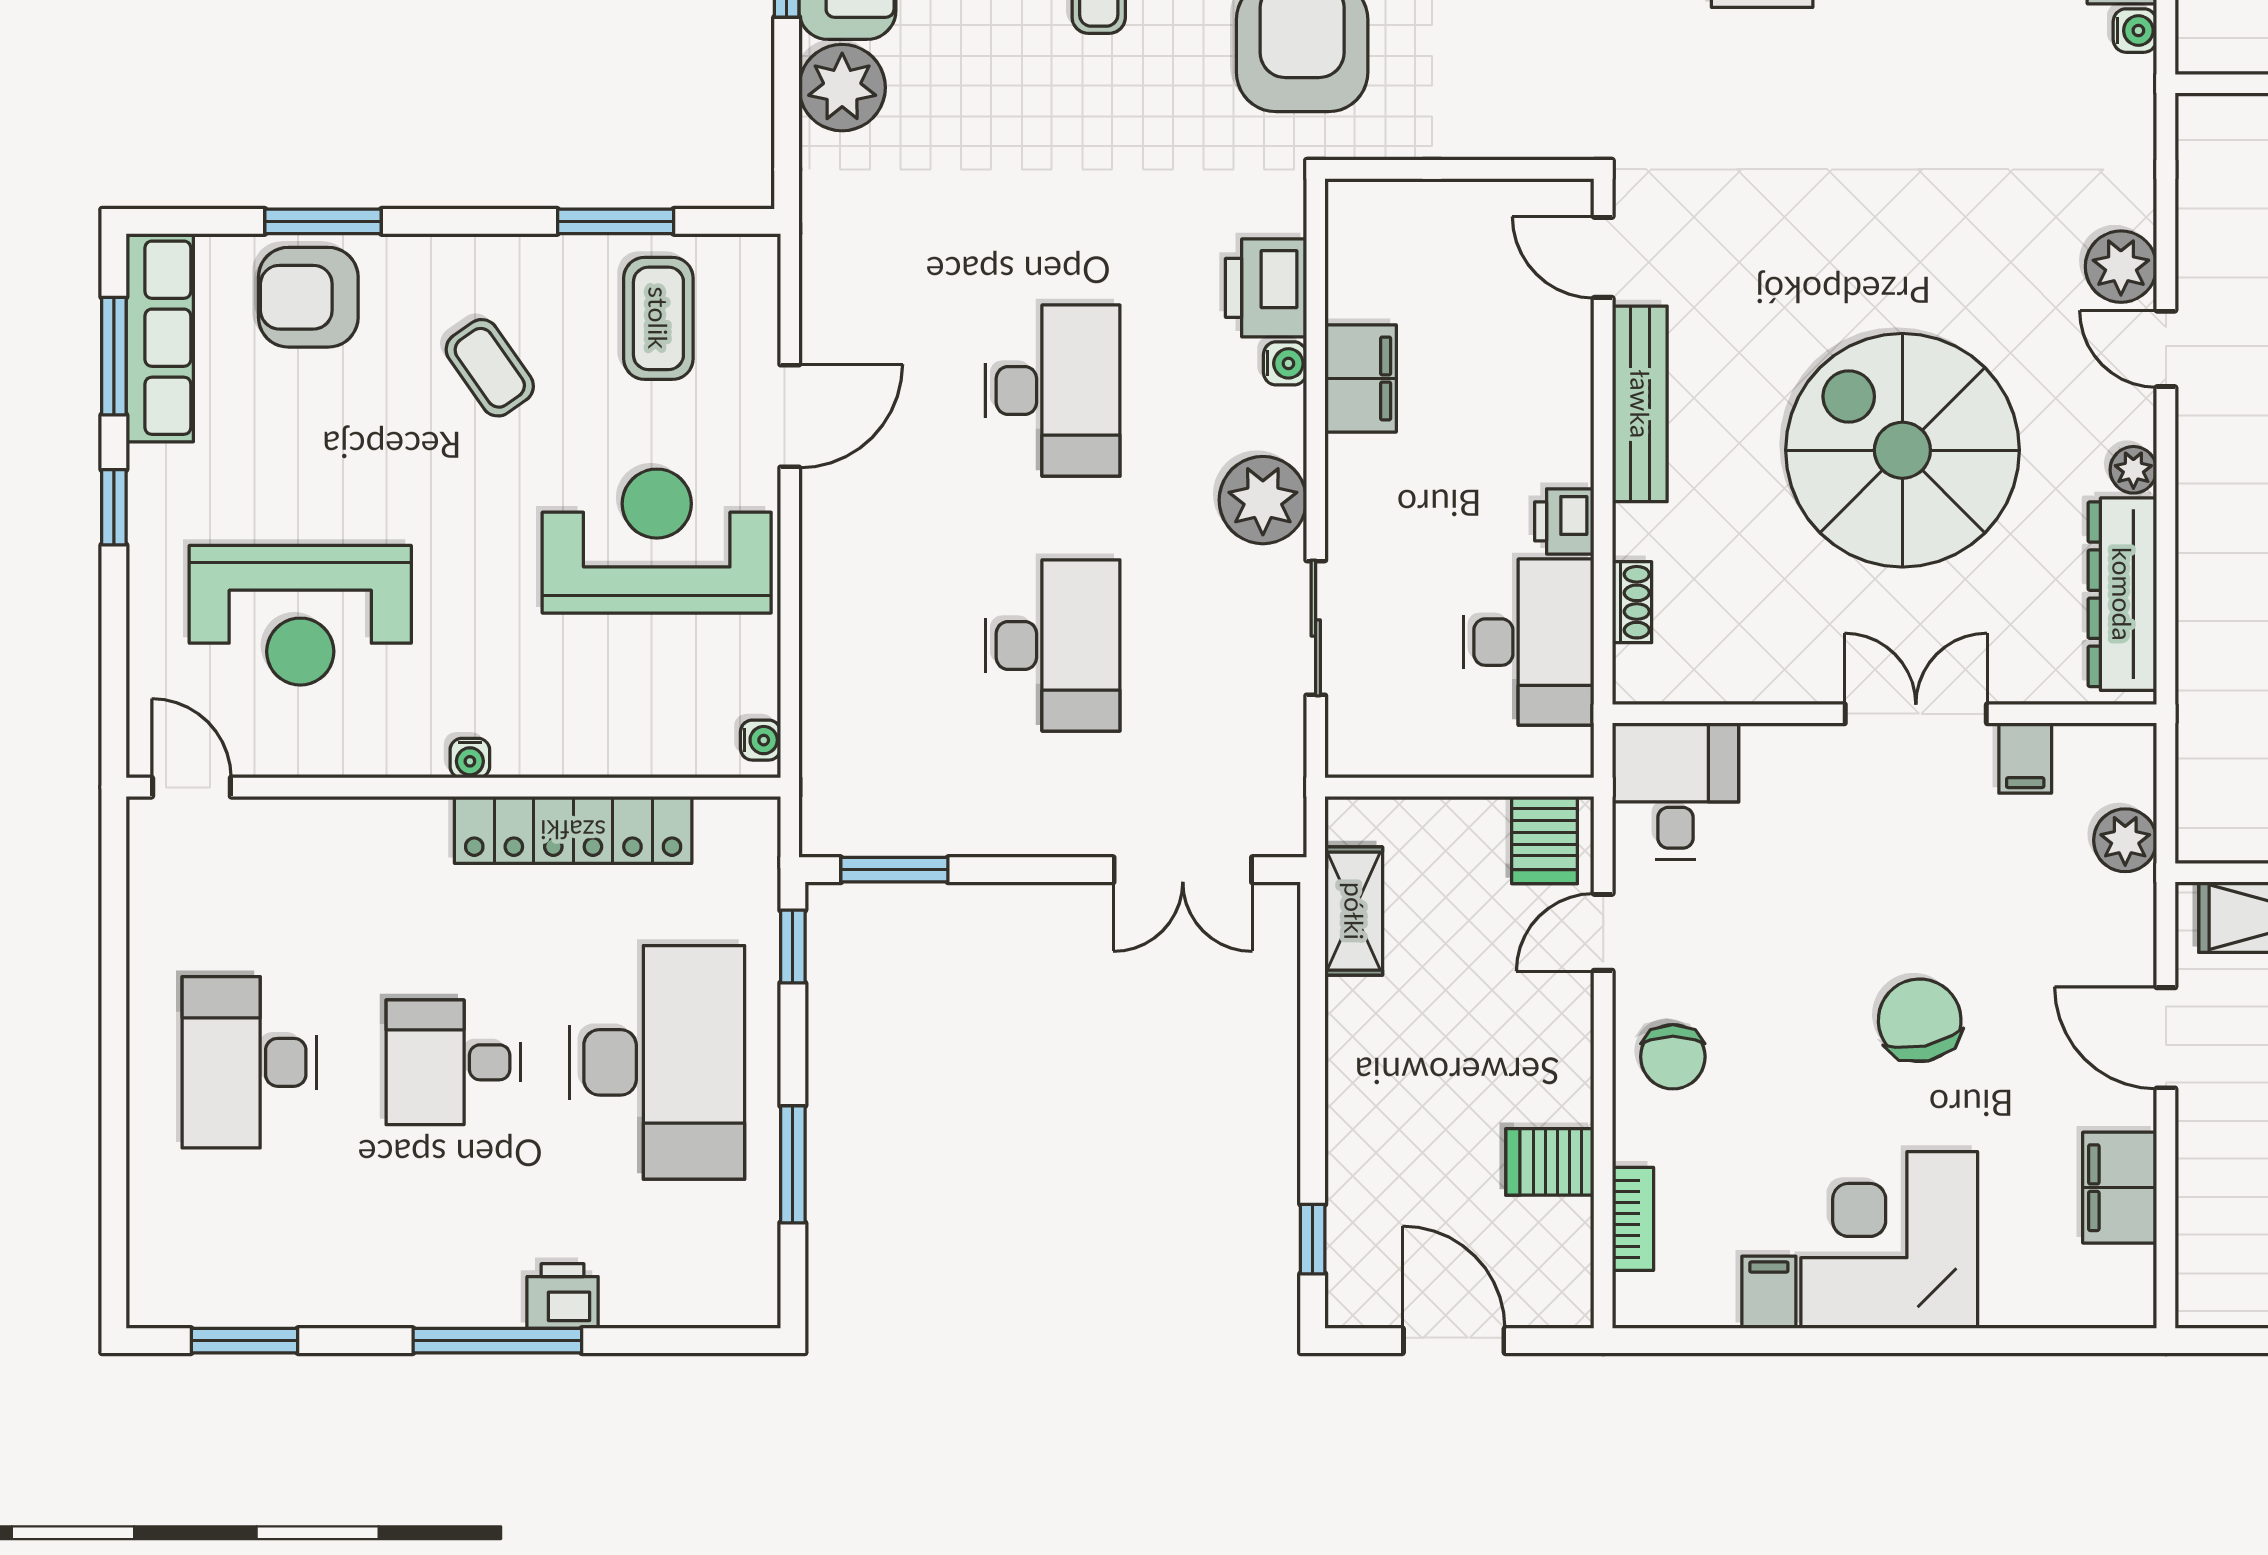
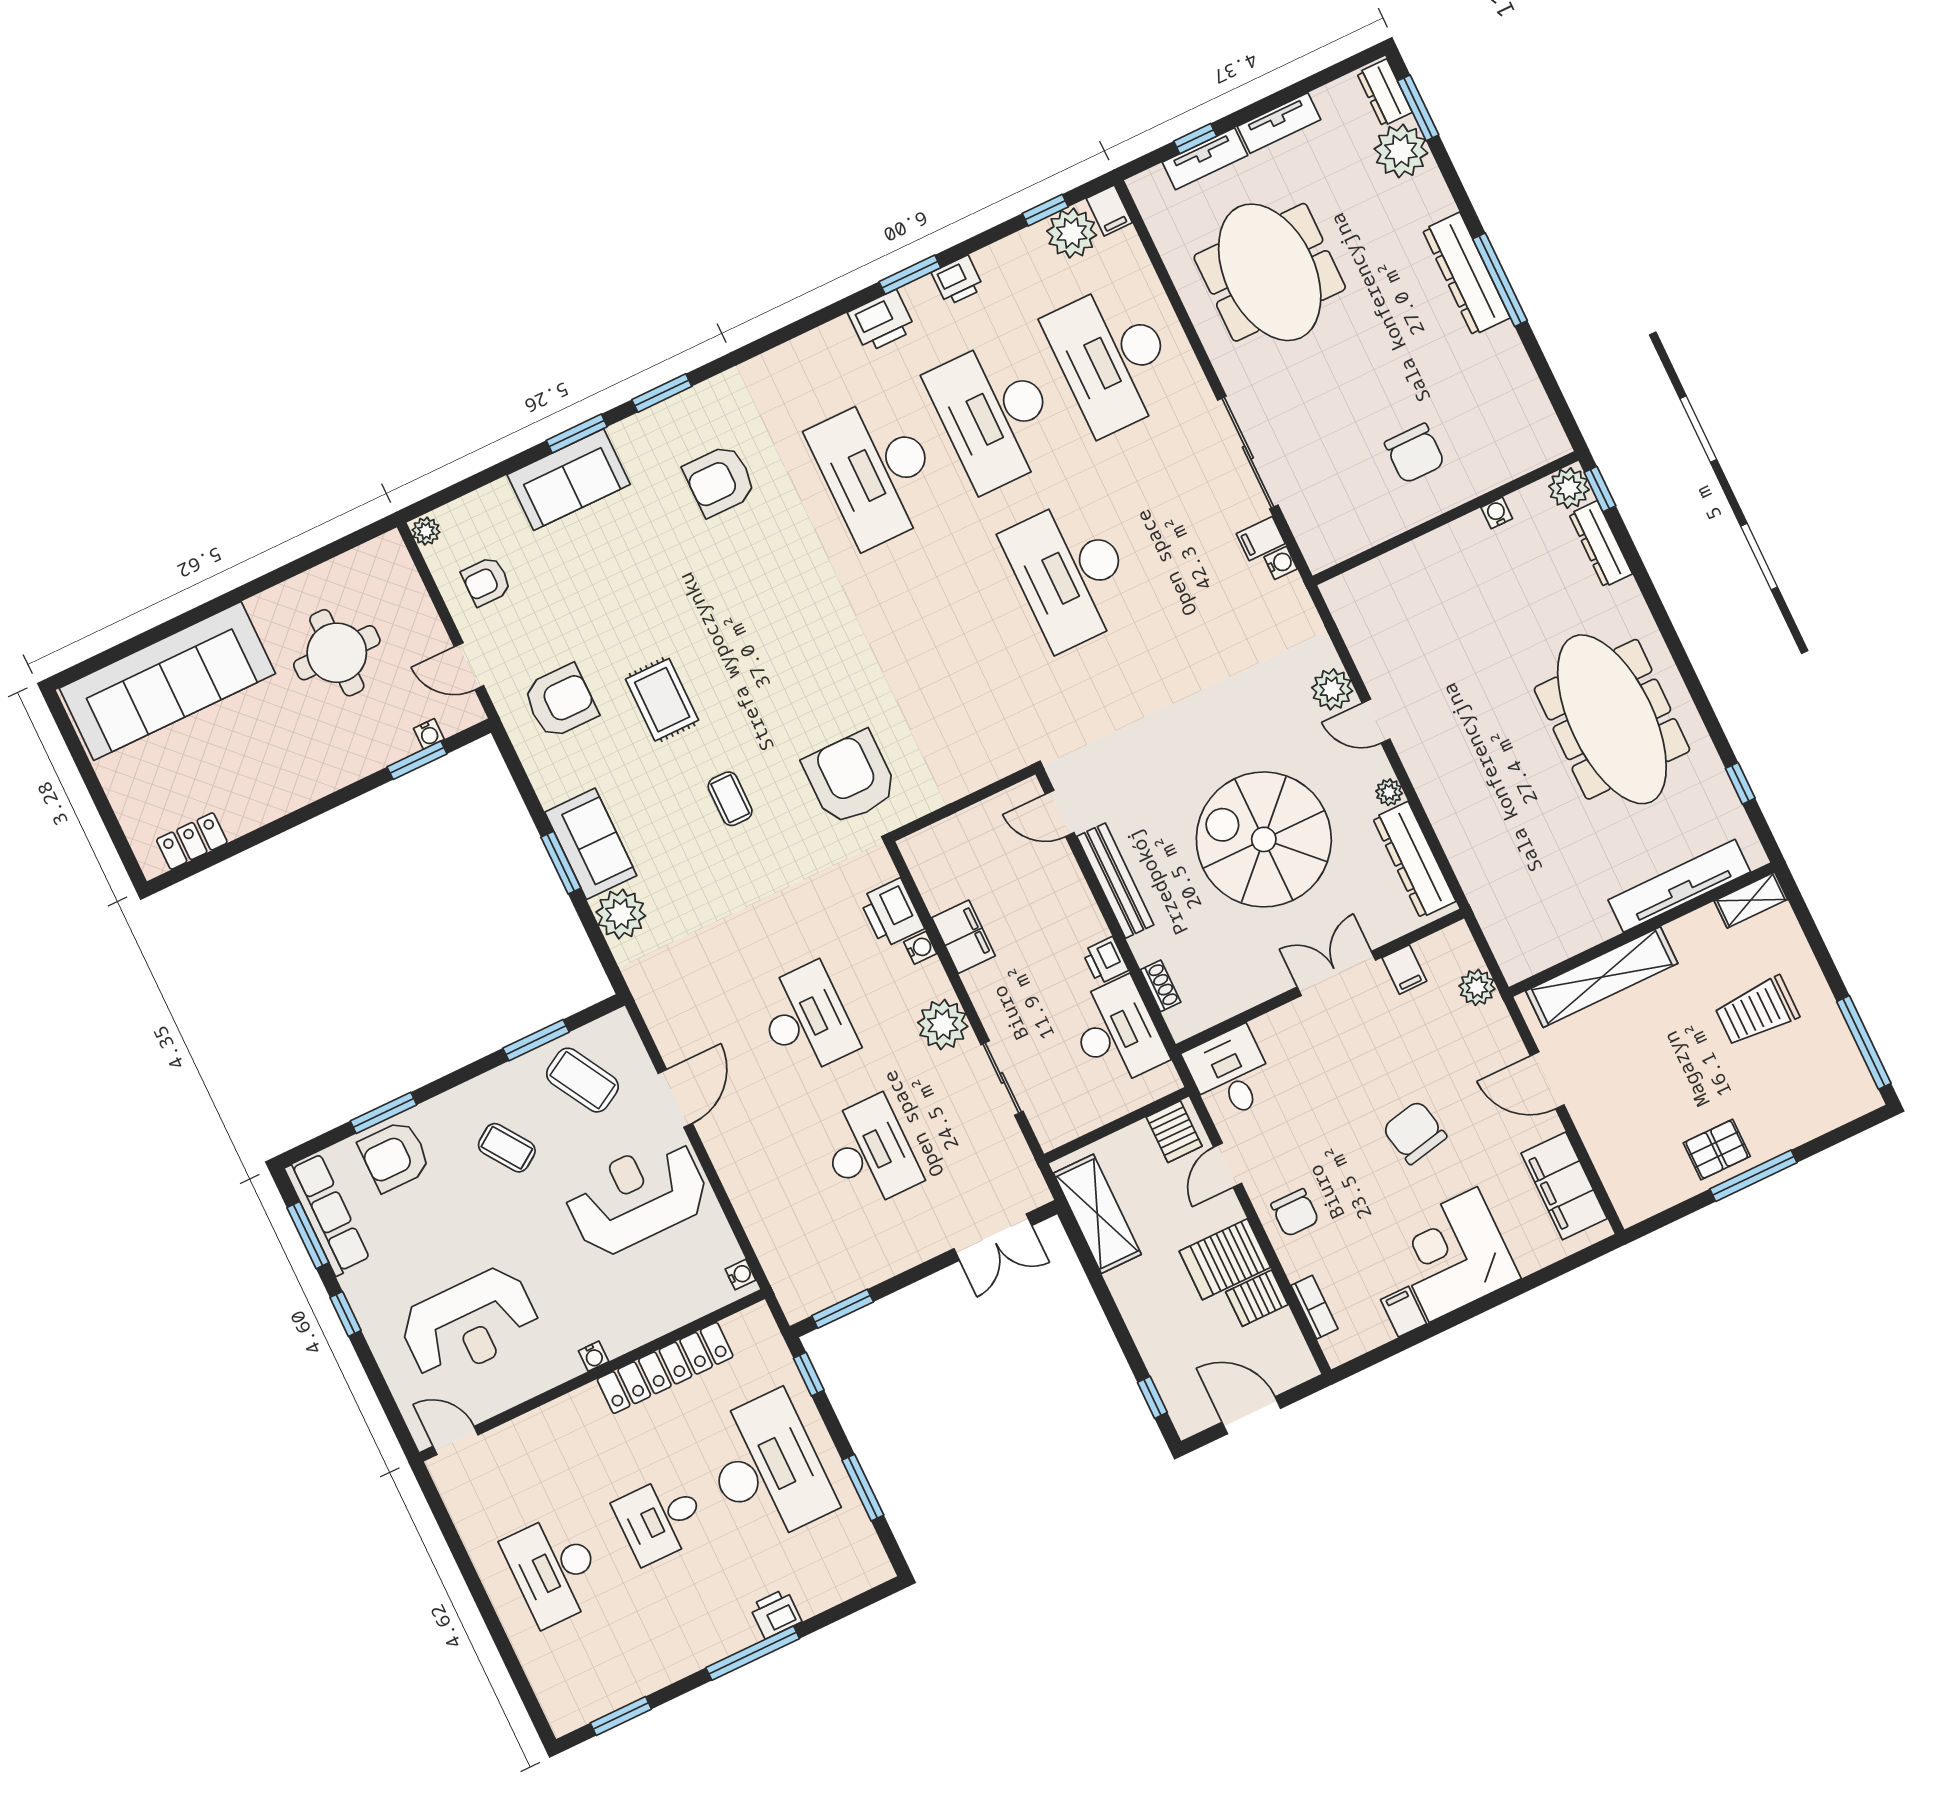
coffee table: (658, 318) -> (582, 1080), turned -30
shelving: (1354, 911) -> (1097, 1214), width x1.50, depth x1.33
server rack: (1529, 1077) -> (1225, 1259), added
filing cabinet: (2120, 1188) -> (1564, 1186), width x1.50, depth x1.17

